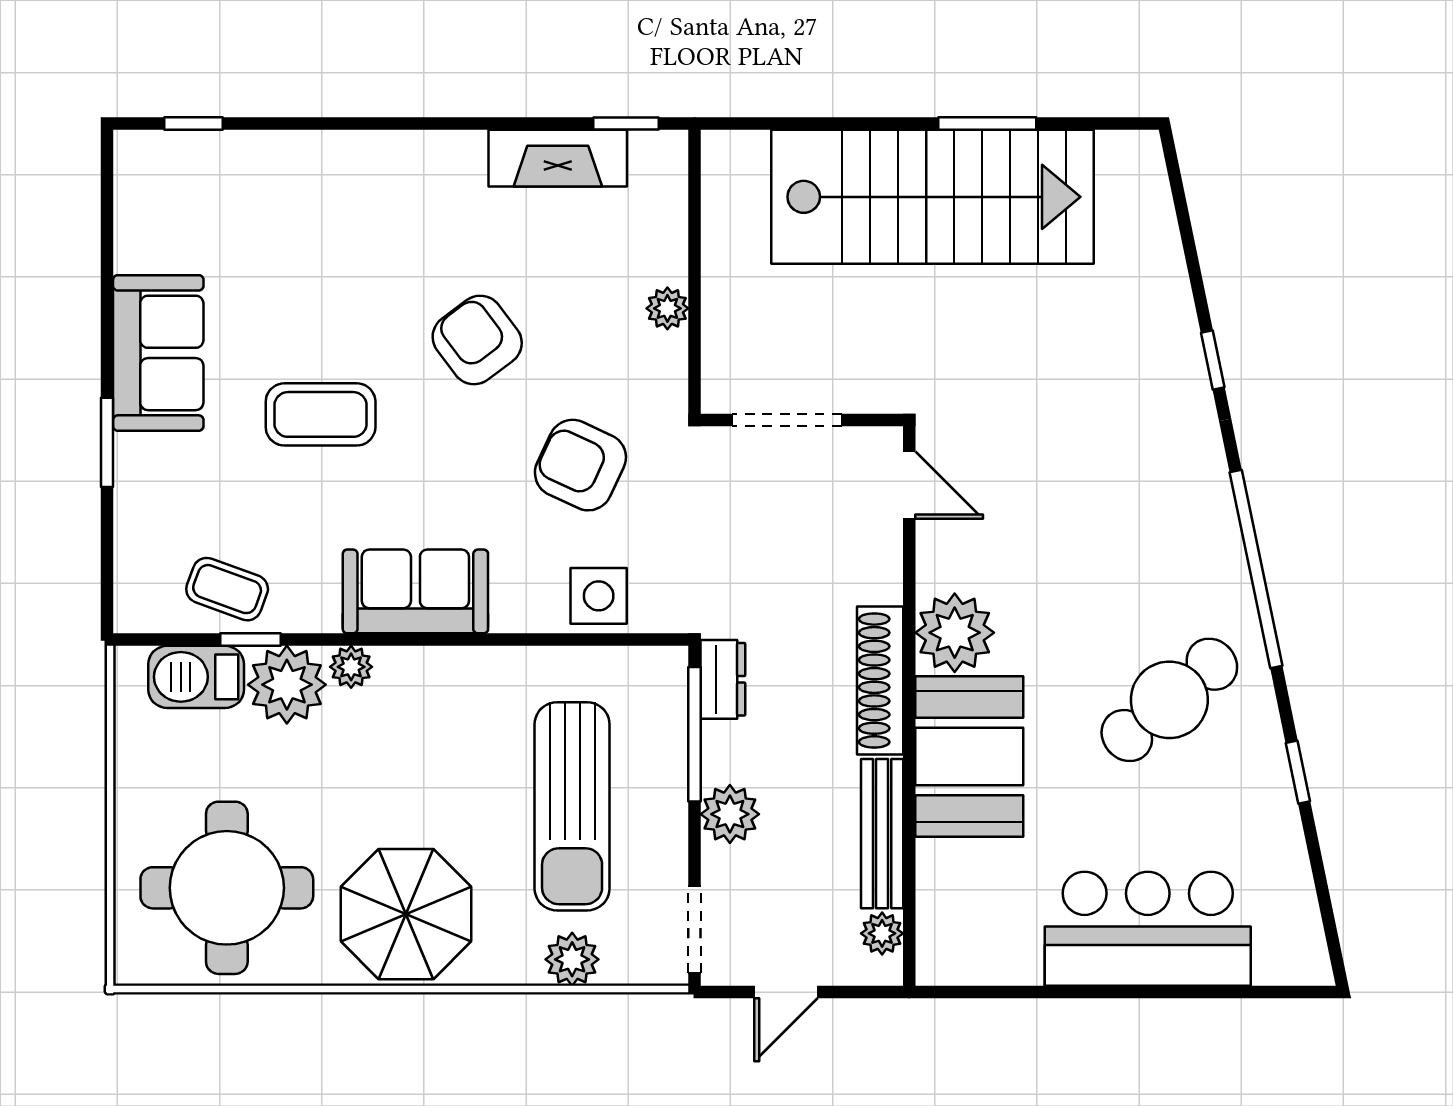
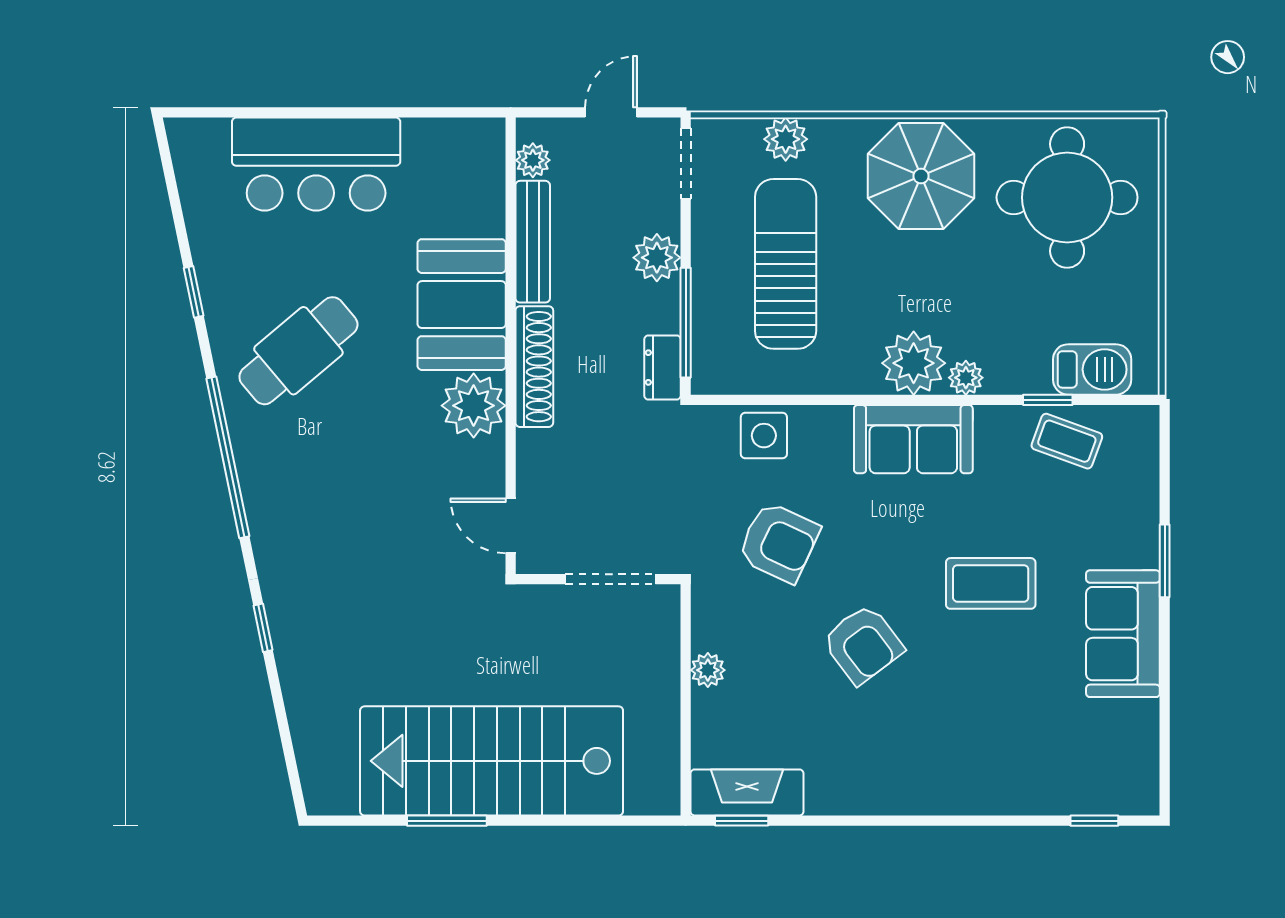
fireplace: (558, 158) -> (747, 792), moved
plant: (287, 685) -> (914, 363), moved

